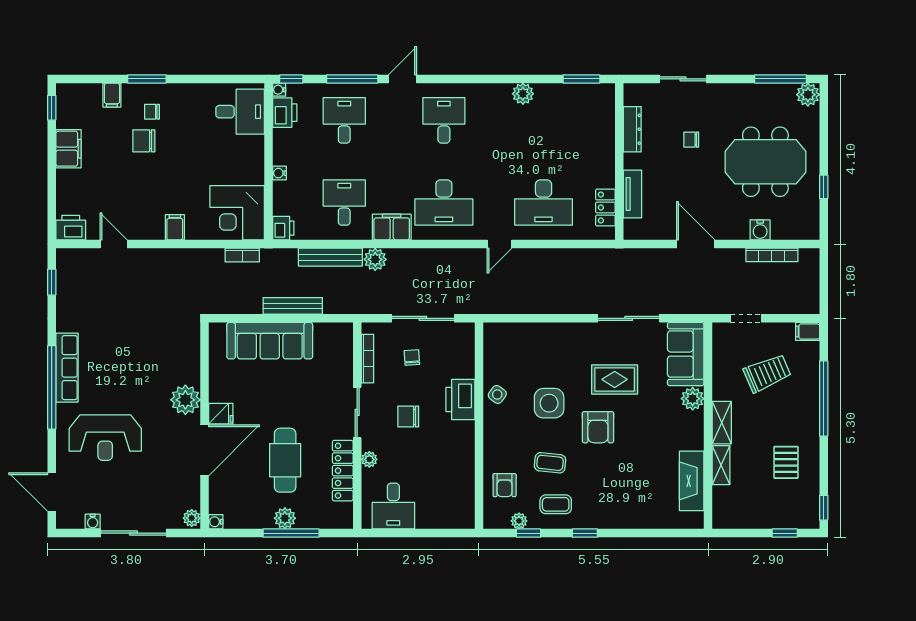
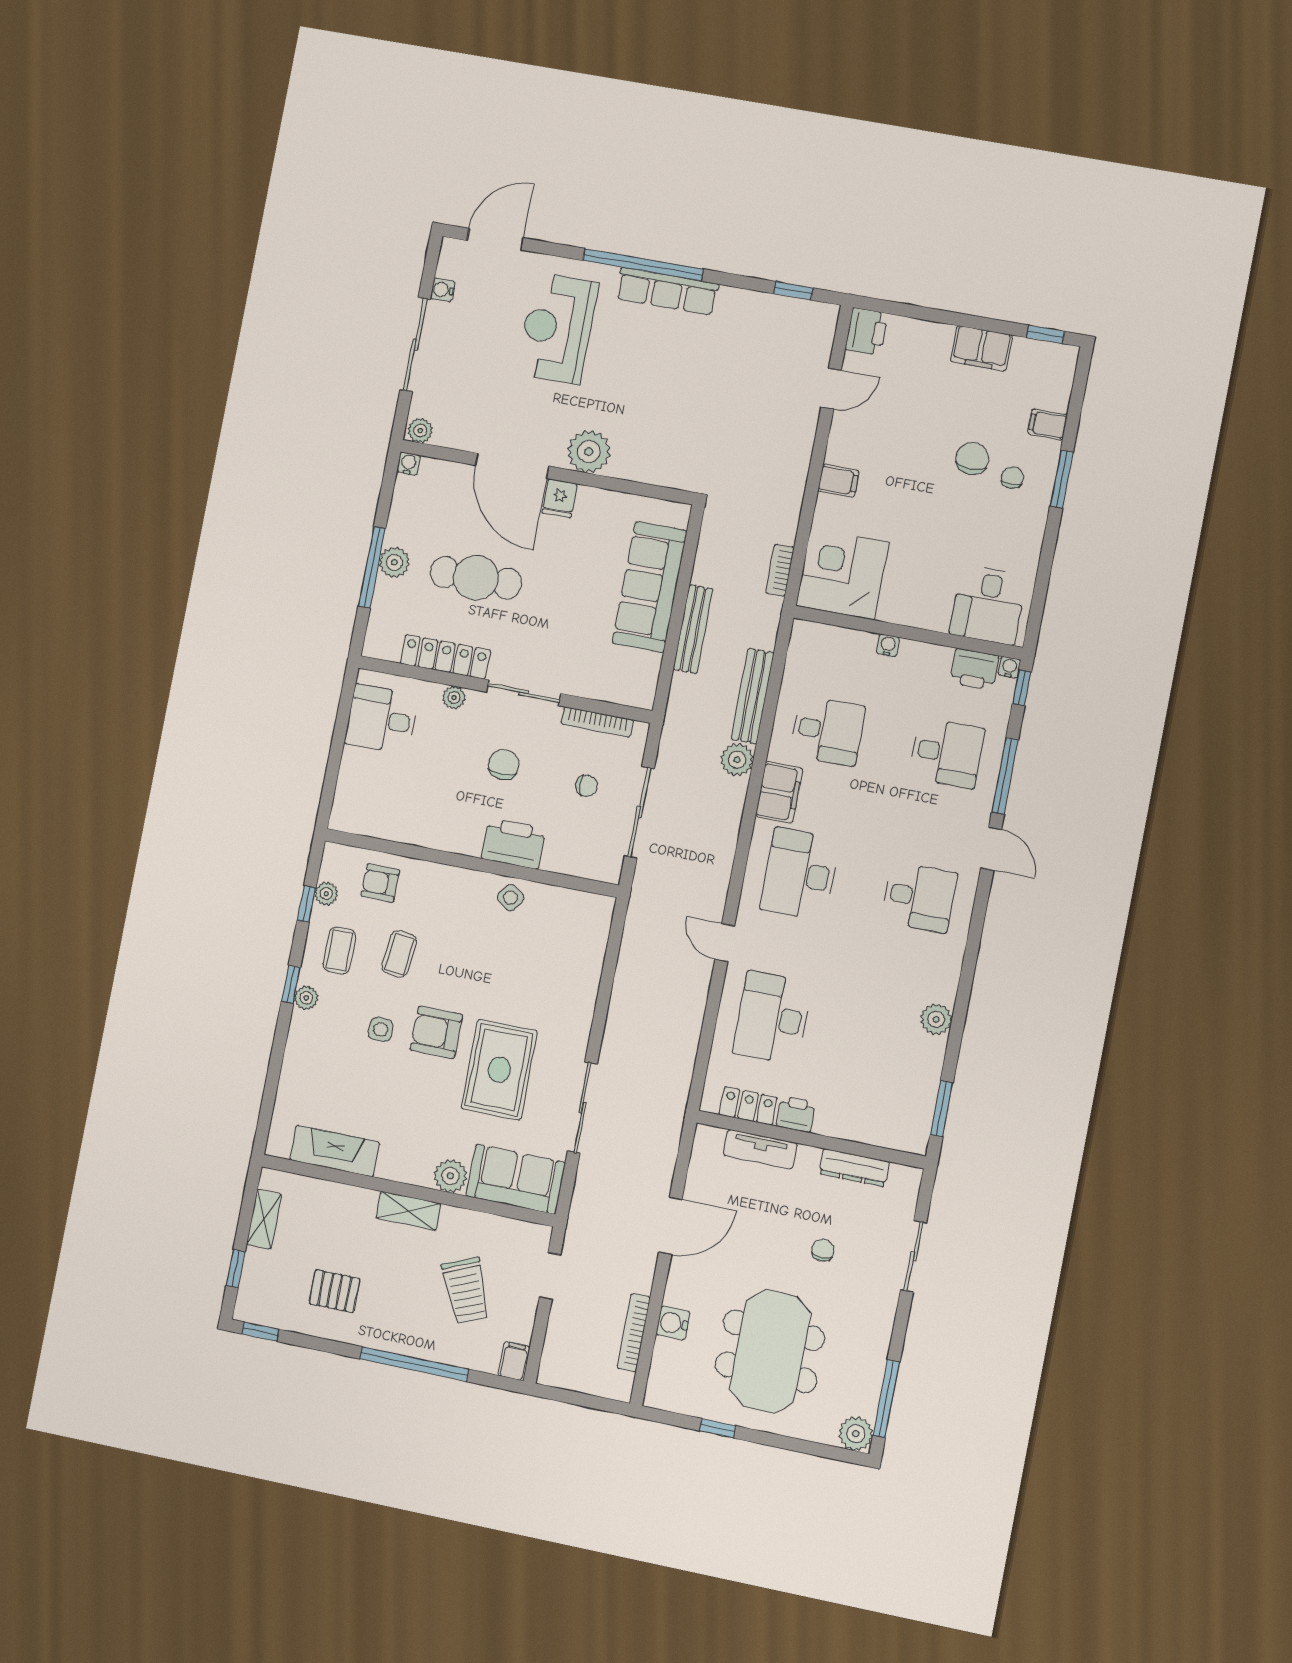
printer: (283, 228) -> (796, 1114), moved, turned 180
rug: (615, 379) -> (499, 1070), width x1.36, depth x1.43
side table: (549, 403) -> (381, 1030), moved, width x0.54, depth x0.54
shelving: (721, 465) -> (264, 1219), moved, turned 90
plant: (592, 521) -> (306, 998), added

